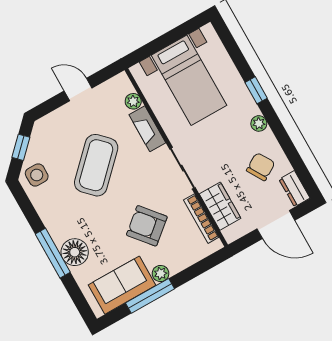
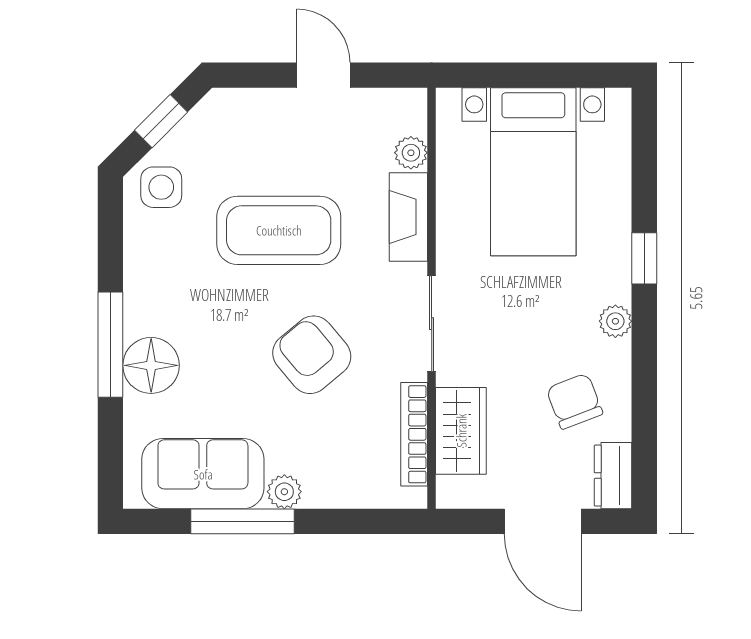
coffee table: (96, 165) -> (279, 230), turned 45
chair: (261, 167) -> (575, 401), turned -80
armchair: (147, 226) -> (312, 355), moved

